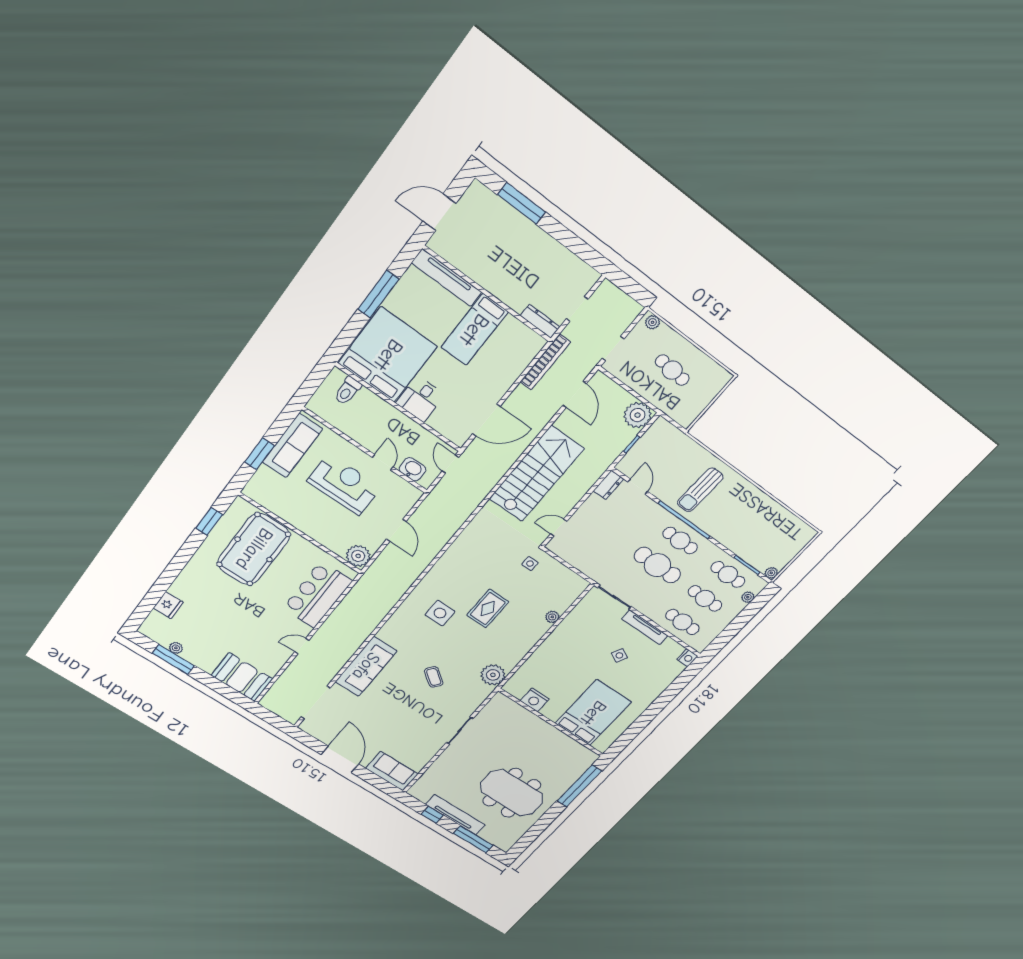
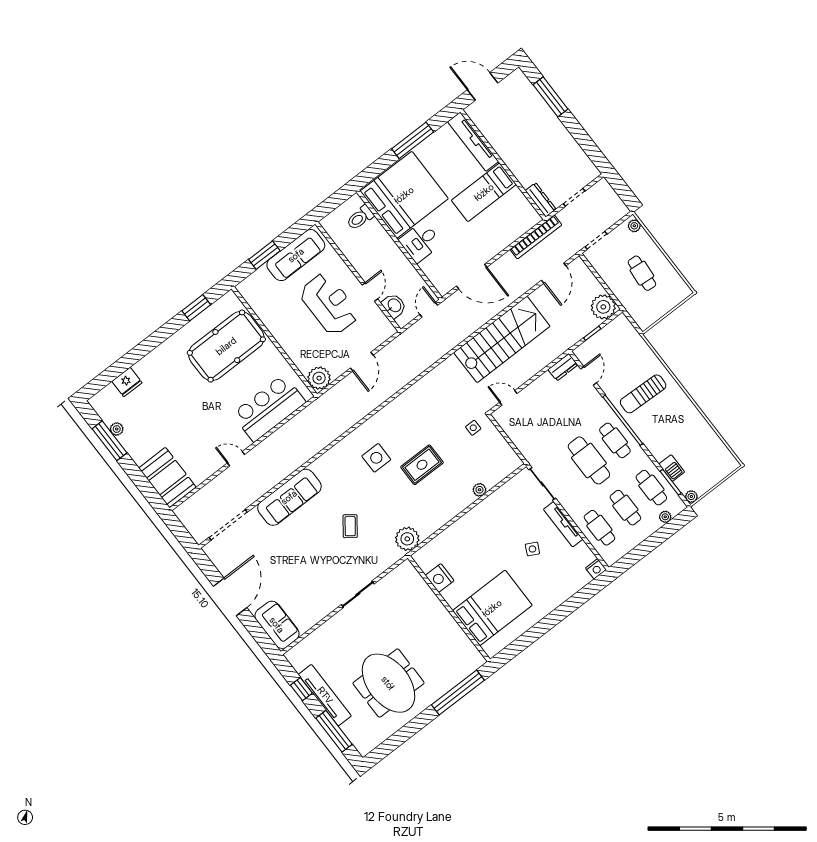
barbecue: (745, 552) -> (672, 468), added

